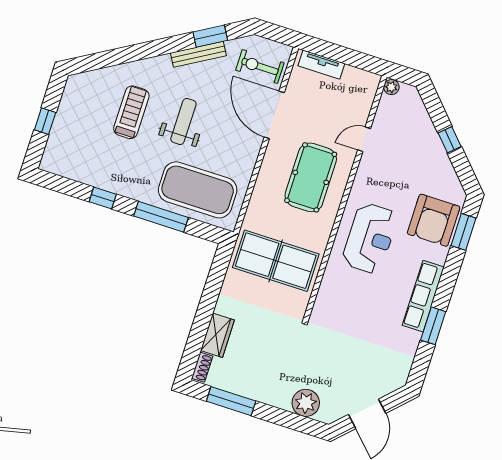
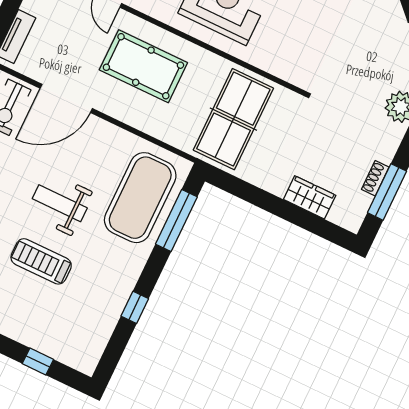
window: (161, 217) -> (176, 221), moved
shoe rack: (202, 367) -> (375, 178), moved, turned -90

